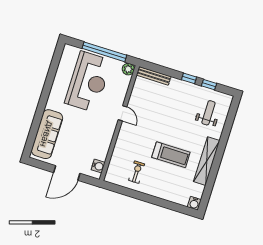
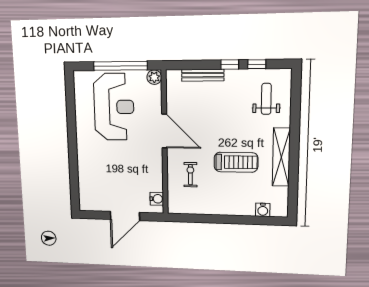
bench: (154, 76) -> (203, 75), moved
door: (122, 113) -> (164, 131), width x1.87
sofa: (47, 134) -> (89, 180), removed
exercise bike: (137, 172) -> (190, 175), moved
water cooler: (194, 203) -> (263, 210), moved

